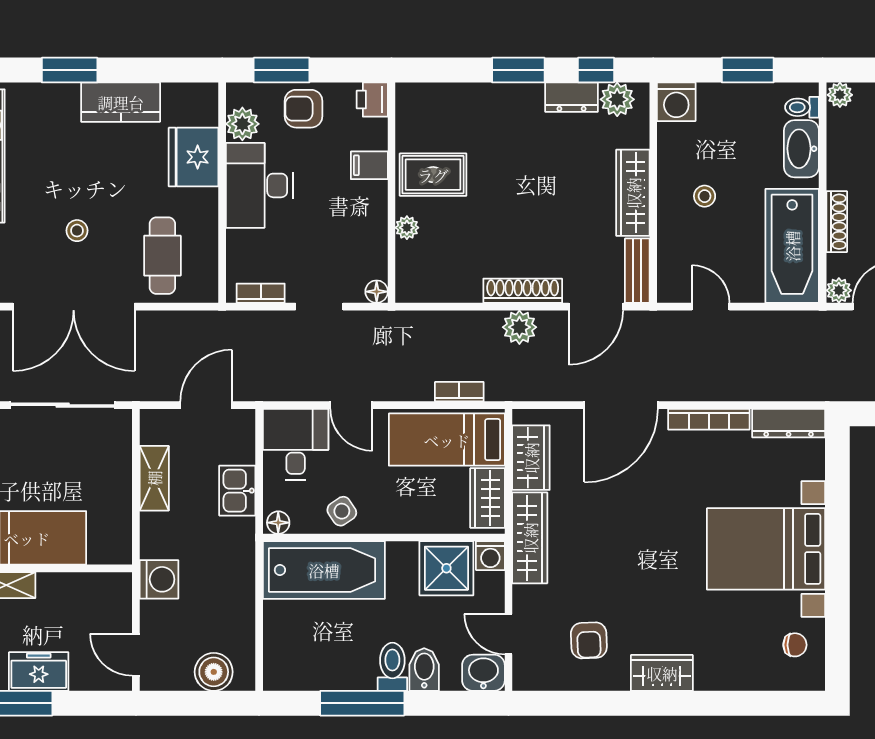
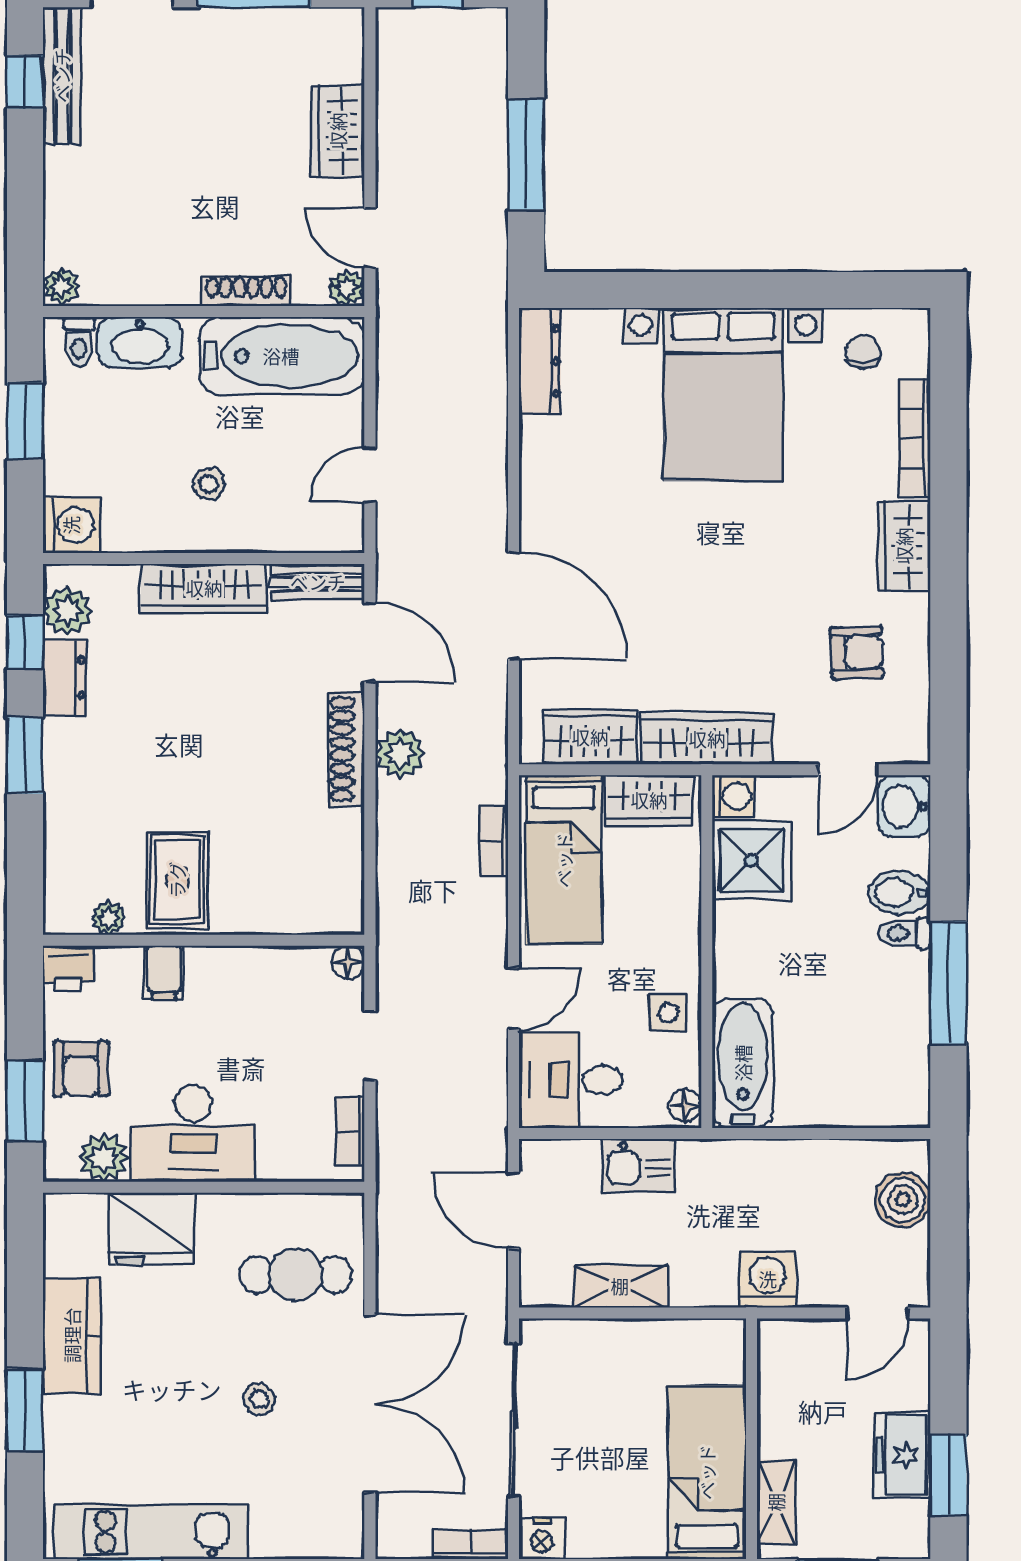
plant: (407, 228) -> (109, 918), moved
bookcase: (709, 419) -> (915, 438), moved, turned 180
side table: (342, 511) -> (668, 1013), turned 34
bathtub: (324, 570) -> (743, 1063), width x0.73, depth x0.73
toilet: (392, 667) -> (905, 933), width x0.73, depth x0.72

